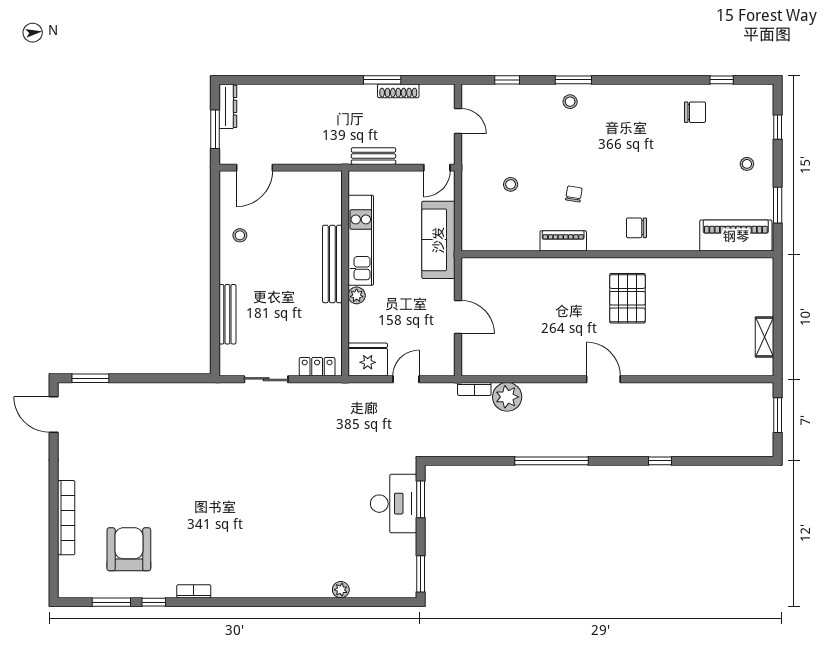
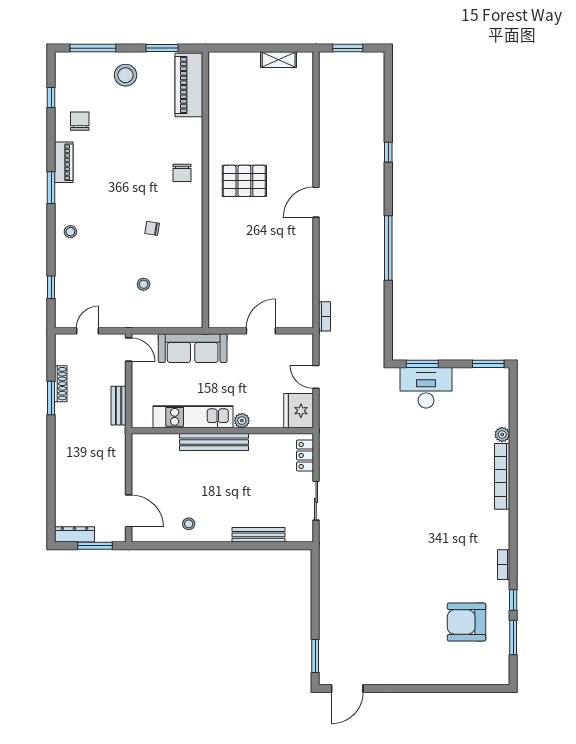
window: (573, 80) -> (51, 188), moved
window: (778, 127) -> (93, 48), width x2.17
stool: (747, 164) -> (126, 75), width x1.89, depth x1.89
piano: (563, 241) -> (64, 162), moved, turned 180
plant: (507, 397) -> (332, 287), removed
bookcase: (66, 518) -> (502, 476), moved, turned -90

